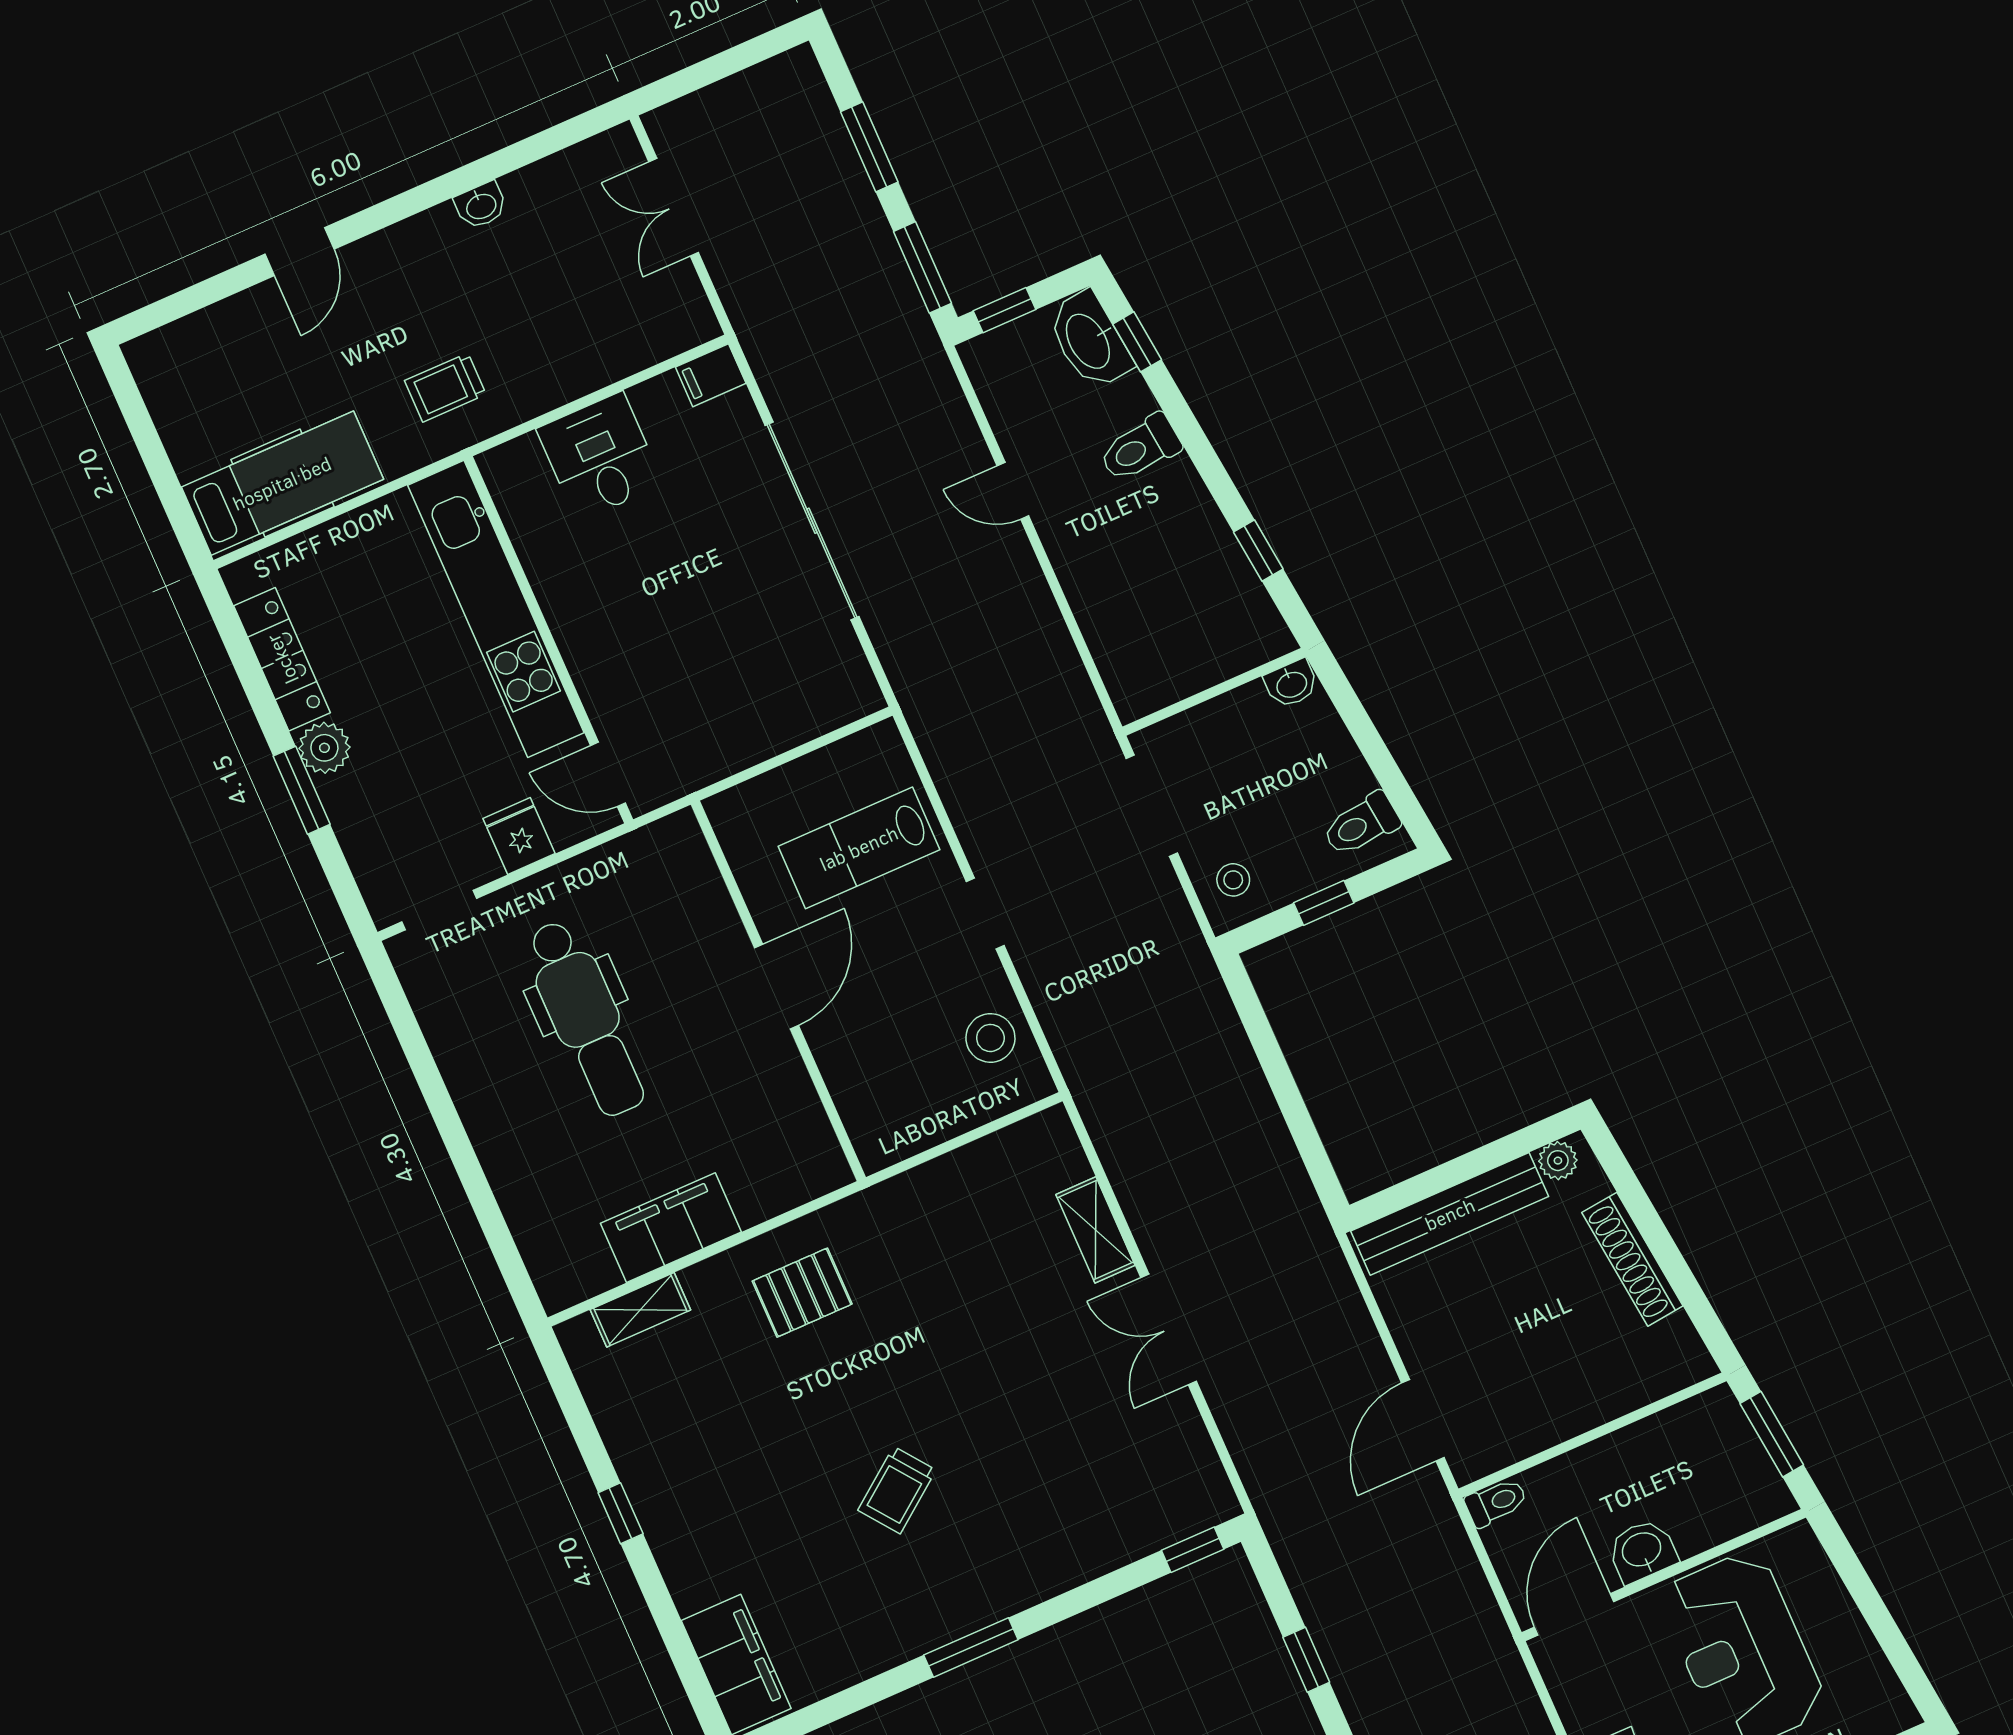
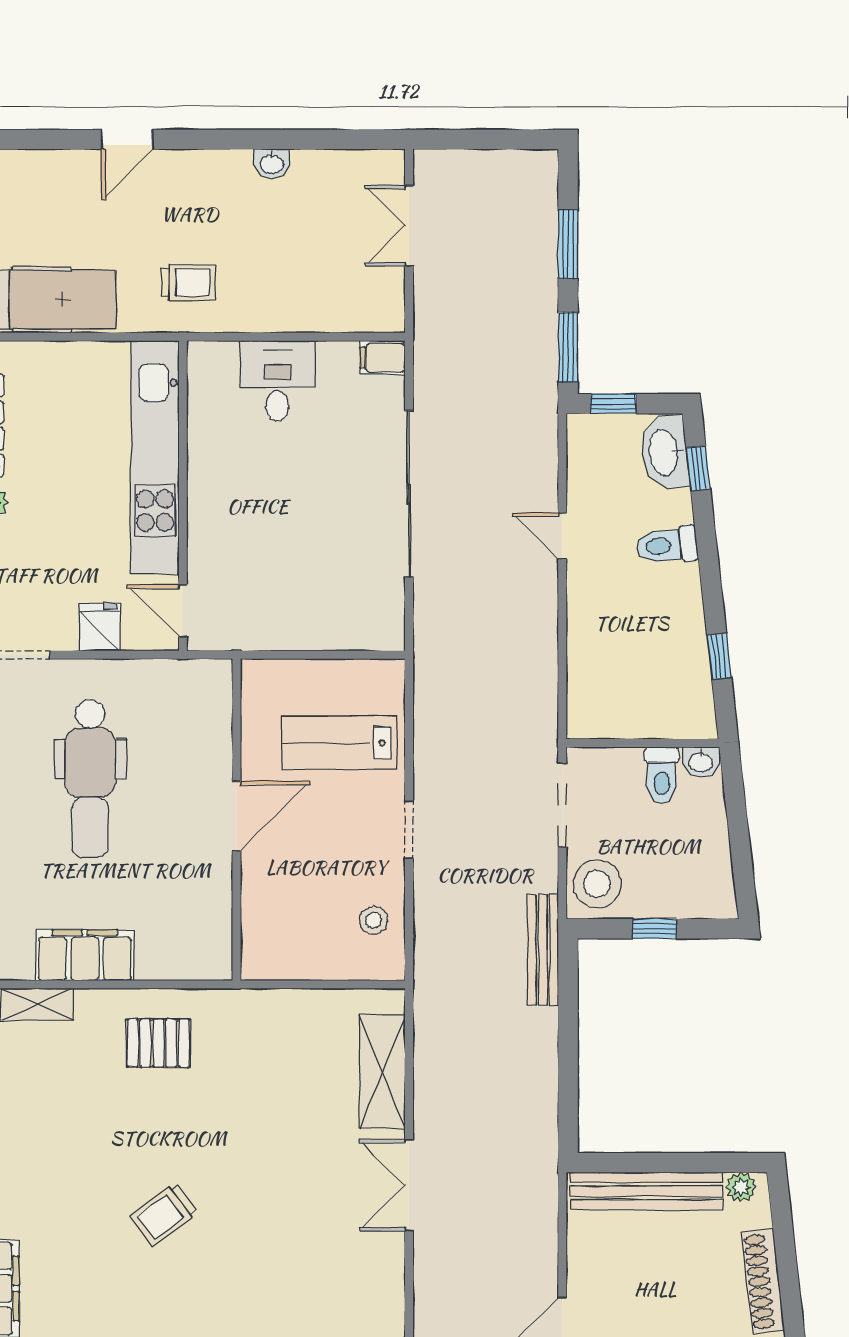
trolley: (445, 387) -> (189, 283), turned 180
toilet: (1361, 824) -> (662, 775), moved, turned -84
stool: (1233, 880) -> (597, 884), width x1.89, depth x1.89
bench: (1204, 985) -> (543, 950), added
stool: (990, 1038) -> (373, 920), width x0.73, depth x0.73
shelving: (1095, 1230) -> (382, 1072), width x1.50, depth x1.33

